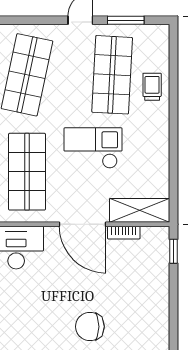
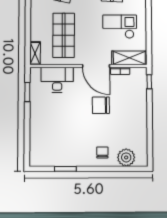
checkout: (93, 148) -> (120, 27), moved
chair: (90, 327) -> (101, 105), moved

